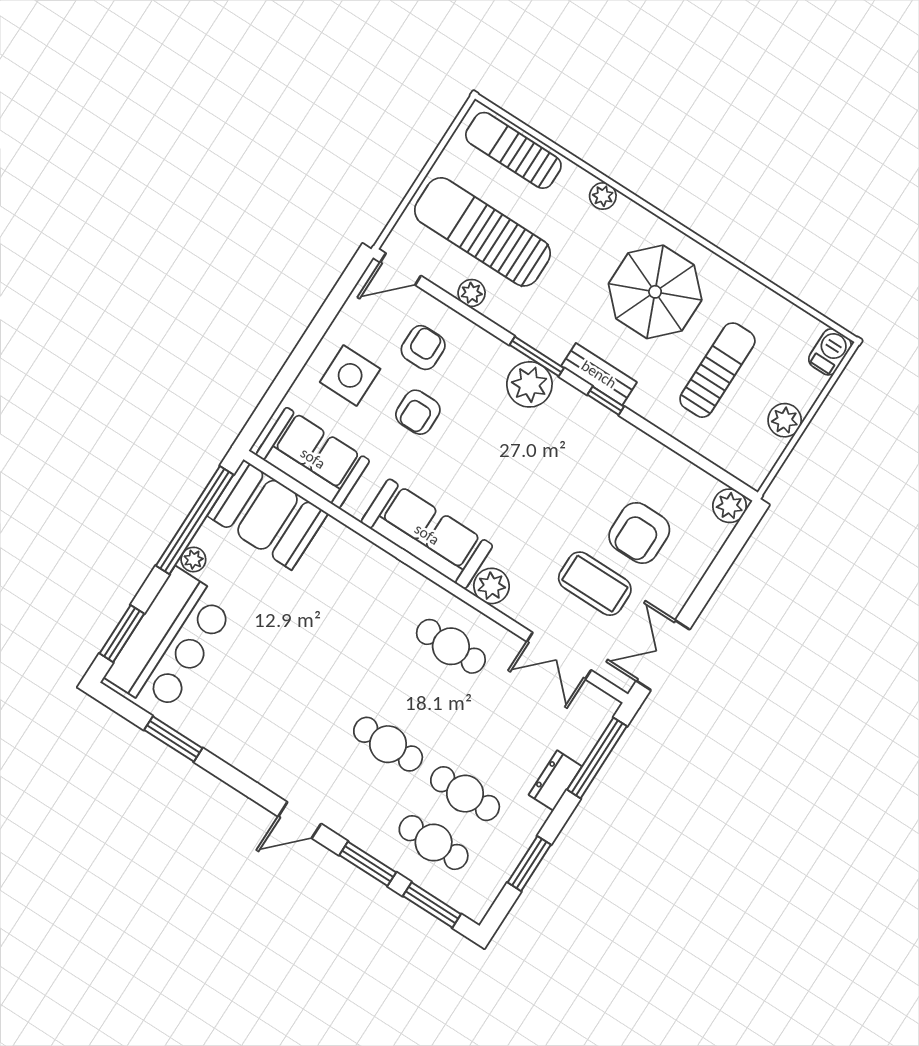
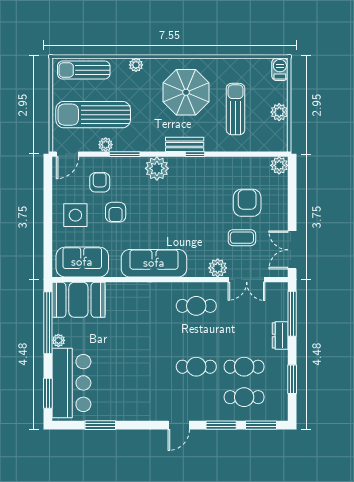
window: (537, 356) -> (125, 154), moved
armchair: (639, 533) -> (247, 203), turned 180
coffee table: (595, 584) -> (242, 238), width x0.73, depth x0.77
plant: (492, 586) -> (218, 268), moved

